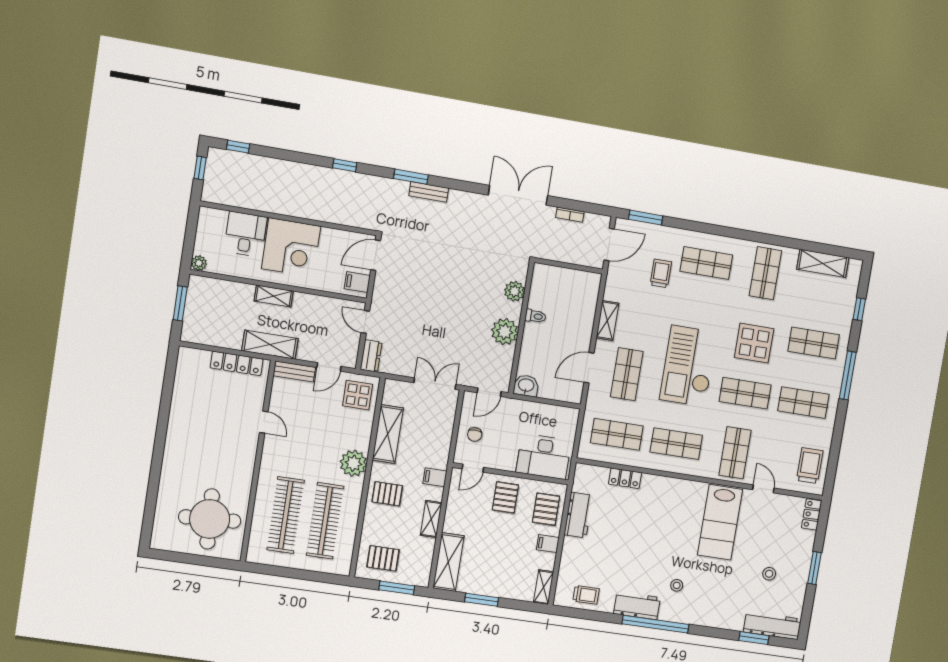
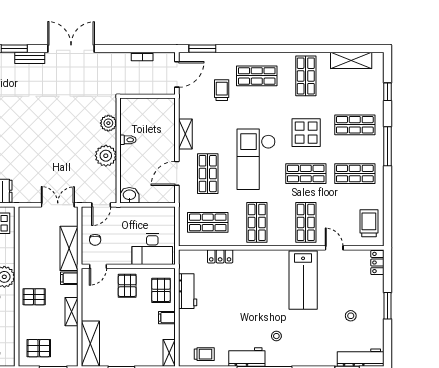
double door: (518, 195) -> (71, 49), moved
shelving: (388, 434) -> (69, 248), moved
shop shelf: (676, 444) -> (257, 222), turned 90

